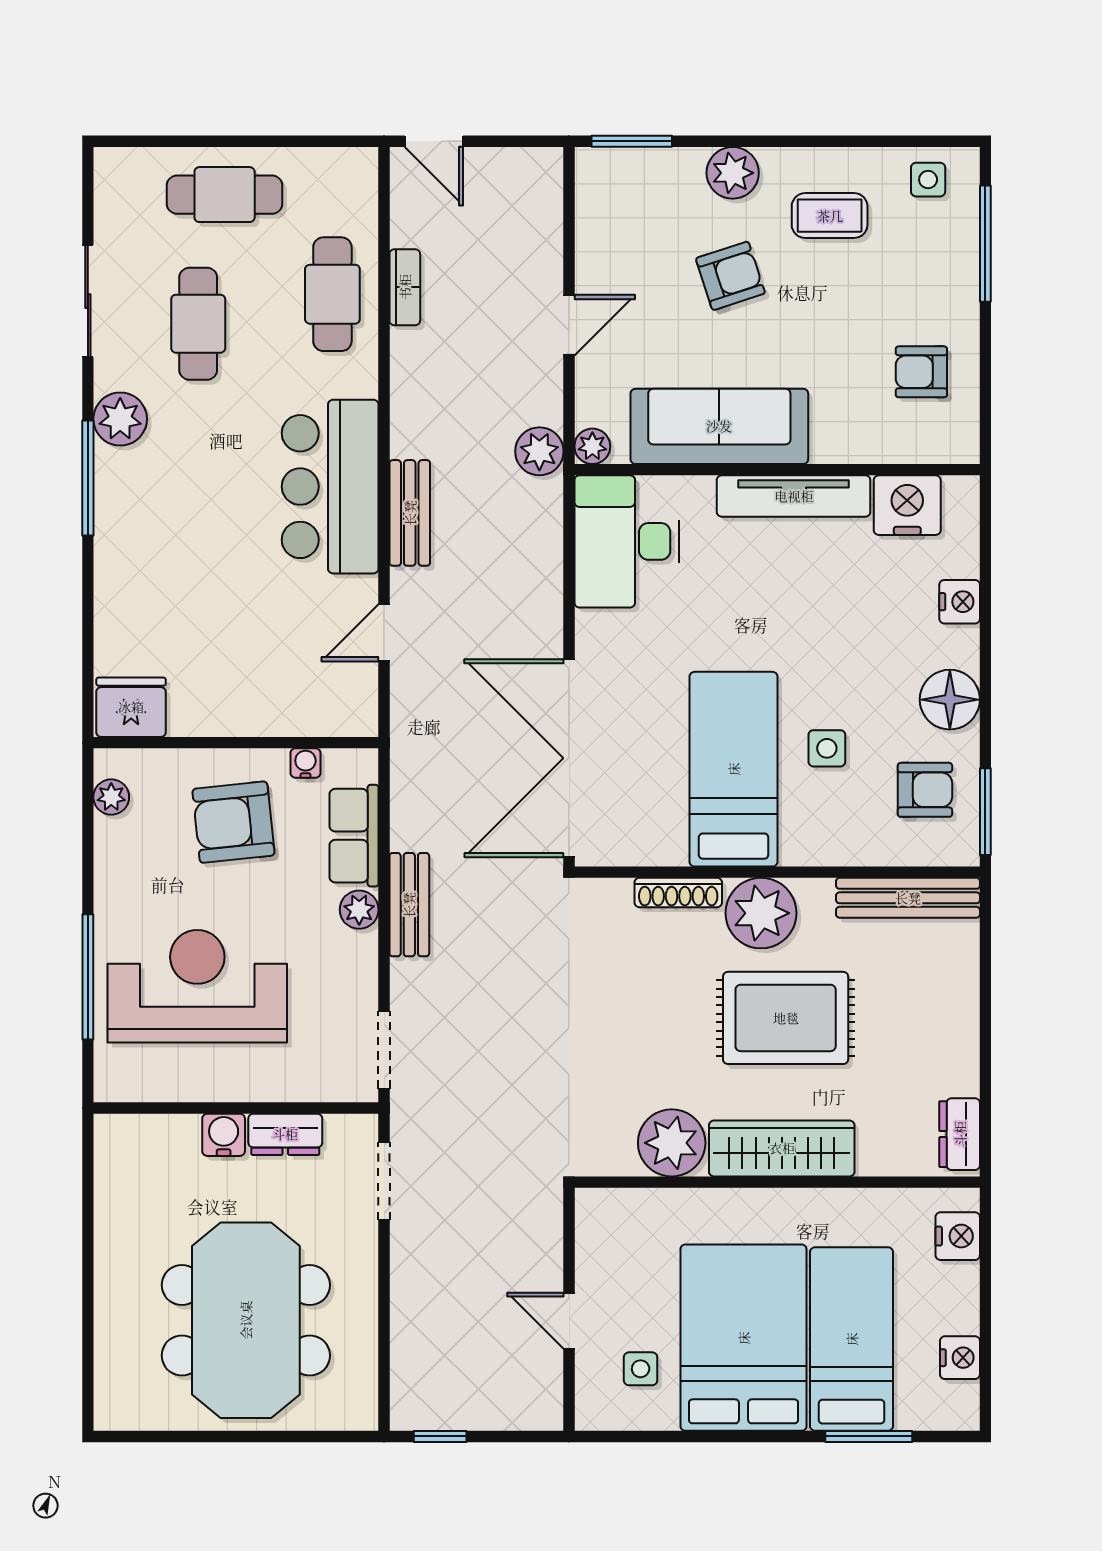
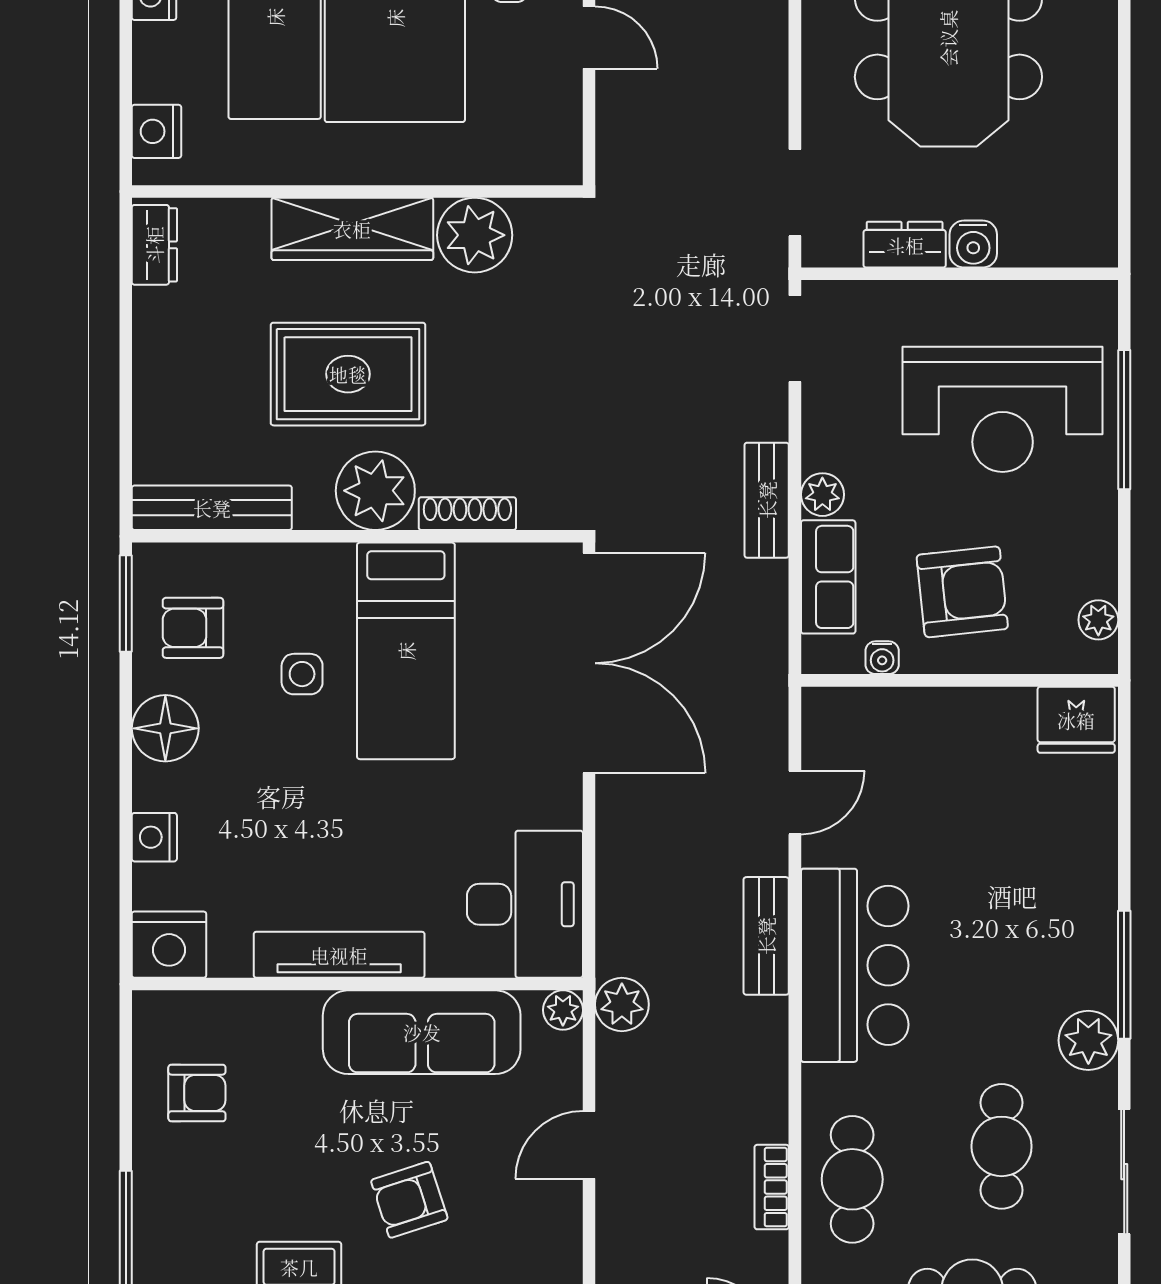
nightstand: (907, 505) -> (169, 945), moved

